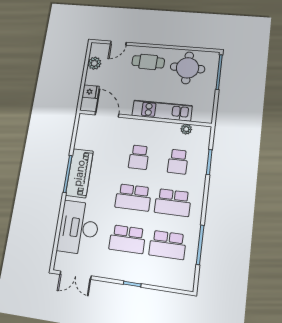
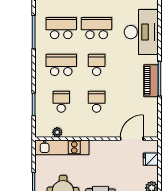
kitchen unit: (162, 111) -> (62, 147), moved
door: (107, 114) -> (132, 139), swing flipped
piano: (79, 173) -> (151, 81), width x0.73, depth x0.75
school desk: (133, 197) -> (97, 65), width x0.54

